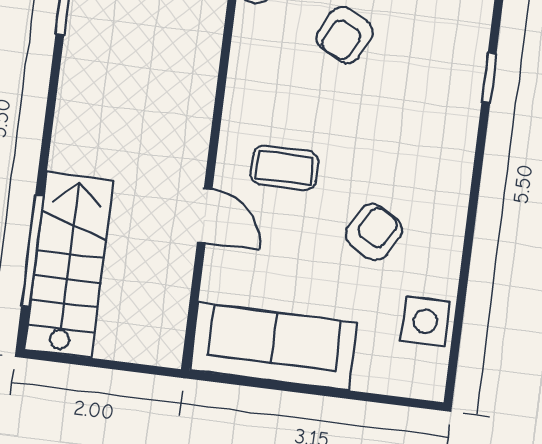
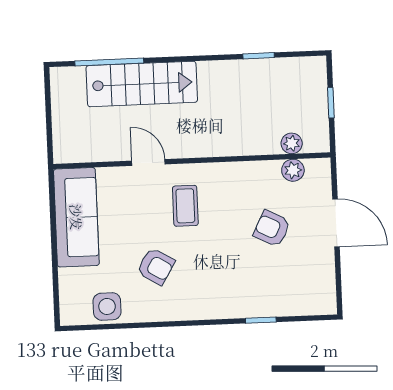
door: (205, 216) -> (148, 163), swing flipped
stairs: (69, 265) -> (142, 84), moved

